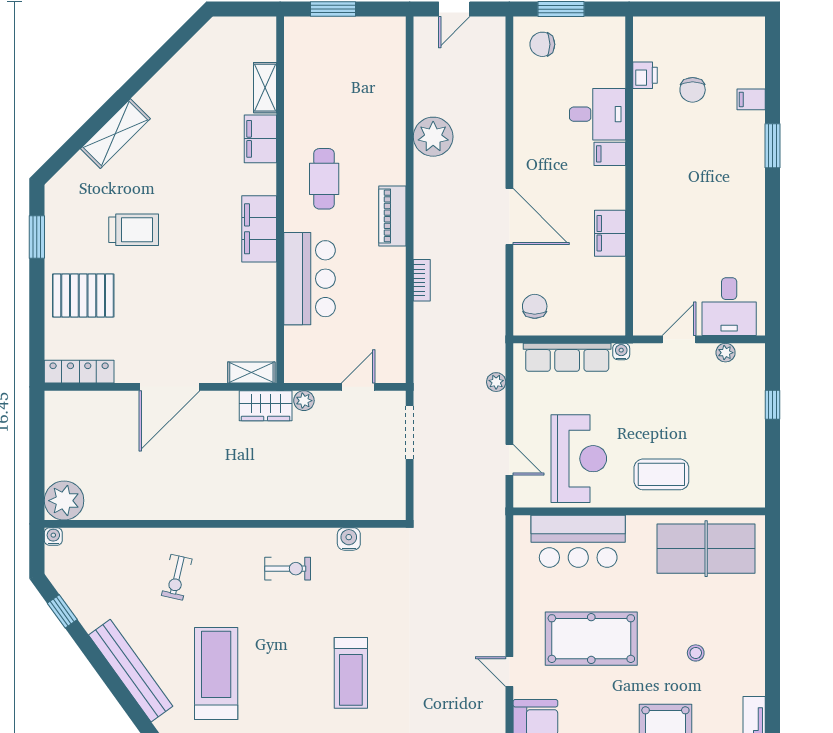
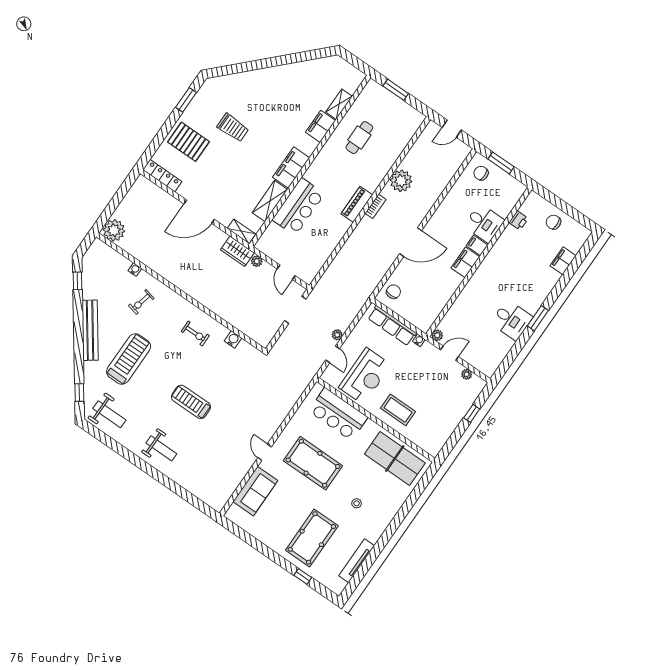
chair: (693, 90) -> (553, 222), moved, turned 87
filing cabinet: (751, 99) -> (563, 261), width x2.00
shelving: (115, 134) -> (270, 201), moved, turned -45
window: (772, 146) -> (538, 318), moved
cafe table: (324, 179) -> (359, 138), moved
door: (509, 217) -> (411, 242), hinge flipped
filing cabinet: (610, 233) -> (465, 262), moved
bookcase: (422, 280) -> (376, 206), moved
desk: (729, 307) -> (512, 320), moved, turned -90
plant: (643, 326) -> (437, 335), added
plant: (496, 382) -> (337, 335), moved
door: (358, 387) -> (286, 272), swing flipped
water cooler: (53, 537) -> (135, 270), moved
treadmill: (351, 673) -> (191, 402), turned 90

